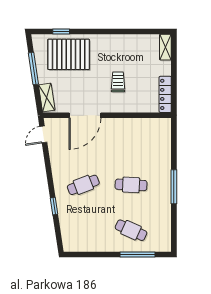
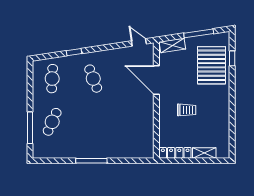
shelving: (165, 47) -> (204, 153), moved
cafe table: (131, 185) -> (52, 79), moved

